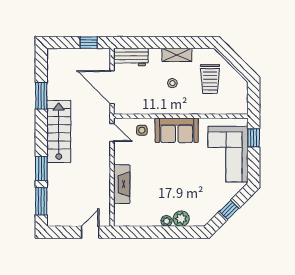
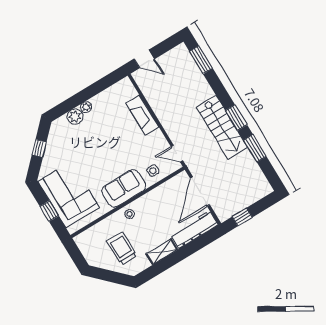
workbench: (131, 57) -> (194, 230), width x1.38
stool: (172, 83) -> (129, 214), moved
door: (112, 87) -> (200, 192), swing flipped
window: (254, 138) -> (49, 211), moved
window: (41, 169) -> (236, 118), moved
door: (90, 232) -> (144, 59), hinge flipped

